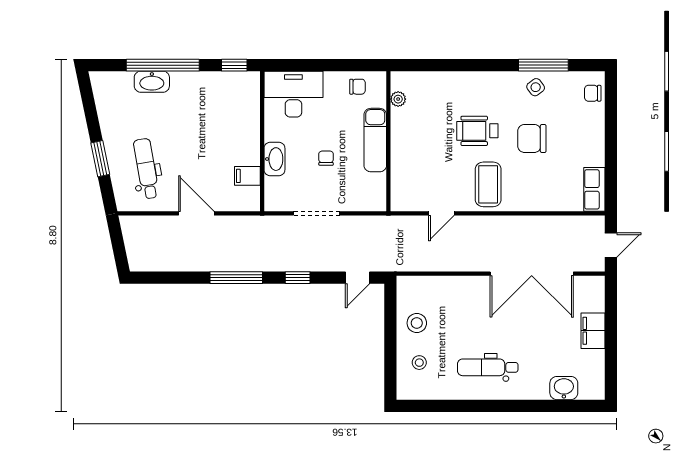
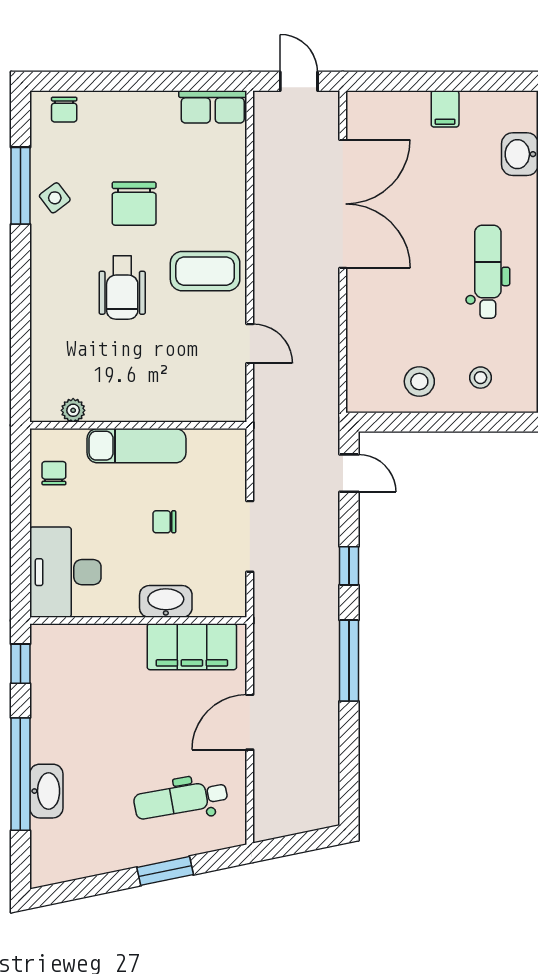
filing cabinet: (247, 176) -> (192, 647), width x3.00, depth x1.17
filing cabinet: (593, 331) -> (445, 109), width x0.50
dental chair: (488, 367) -> (488, 272), turned 180

